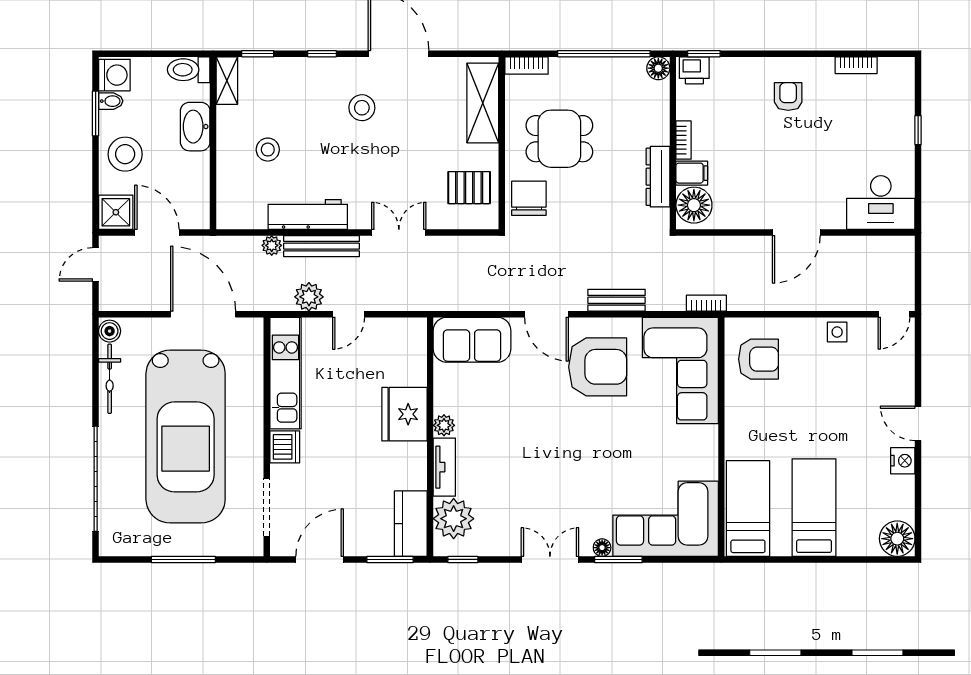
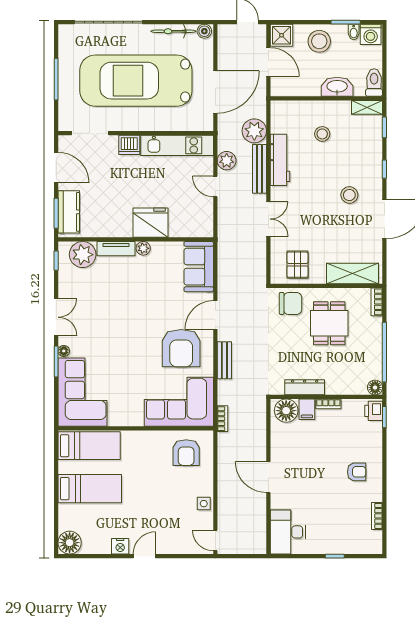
door: (157, 232) -> (268, 62), hinge flipped
plant: (272, 245) -> (254, 131), width x1.88, depth x1.88
kitchen counter: (411, 524) -> (69, 212), moved, turned 90

